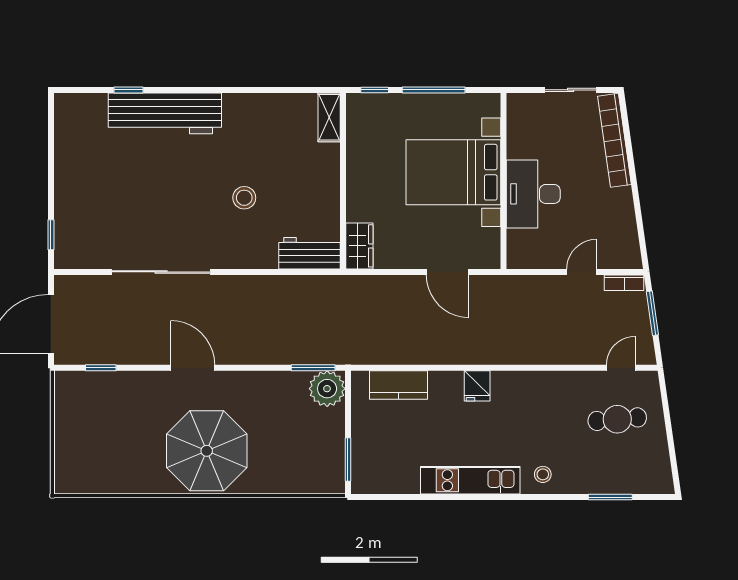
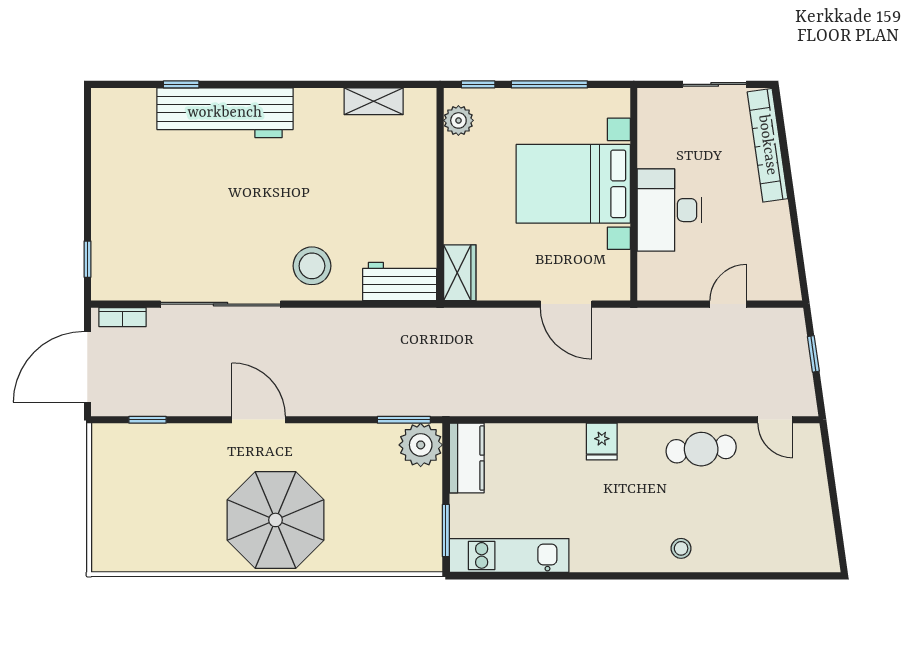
shelving: (329, 117) -> (374, 101), moved, turned 90
plant: (358, 120) -> (458, 120), added
stool: (244, 198) -> (312, 266), moved, width x1.38, depth x1.38
bookcase: (624, 283) -> (123, 317), moved
window: (652, 313) -> (813, 354), width x0.67
door: (621, 368) -> (775, 420), swing flipped
kitchen counter: (398, 385) -> (467, 458), moved, turned -90
cafe table: (617, 419) -> (701, 449), moved
kitchen unit: (470, 480) -> (509, 555), moved
window: (610, 497) -> (762, 576), removed

